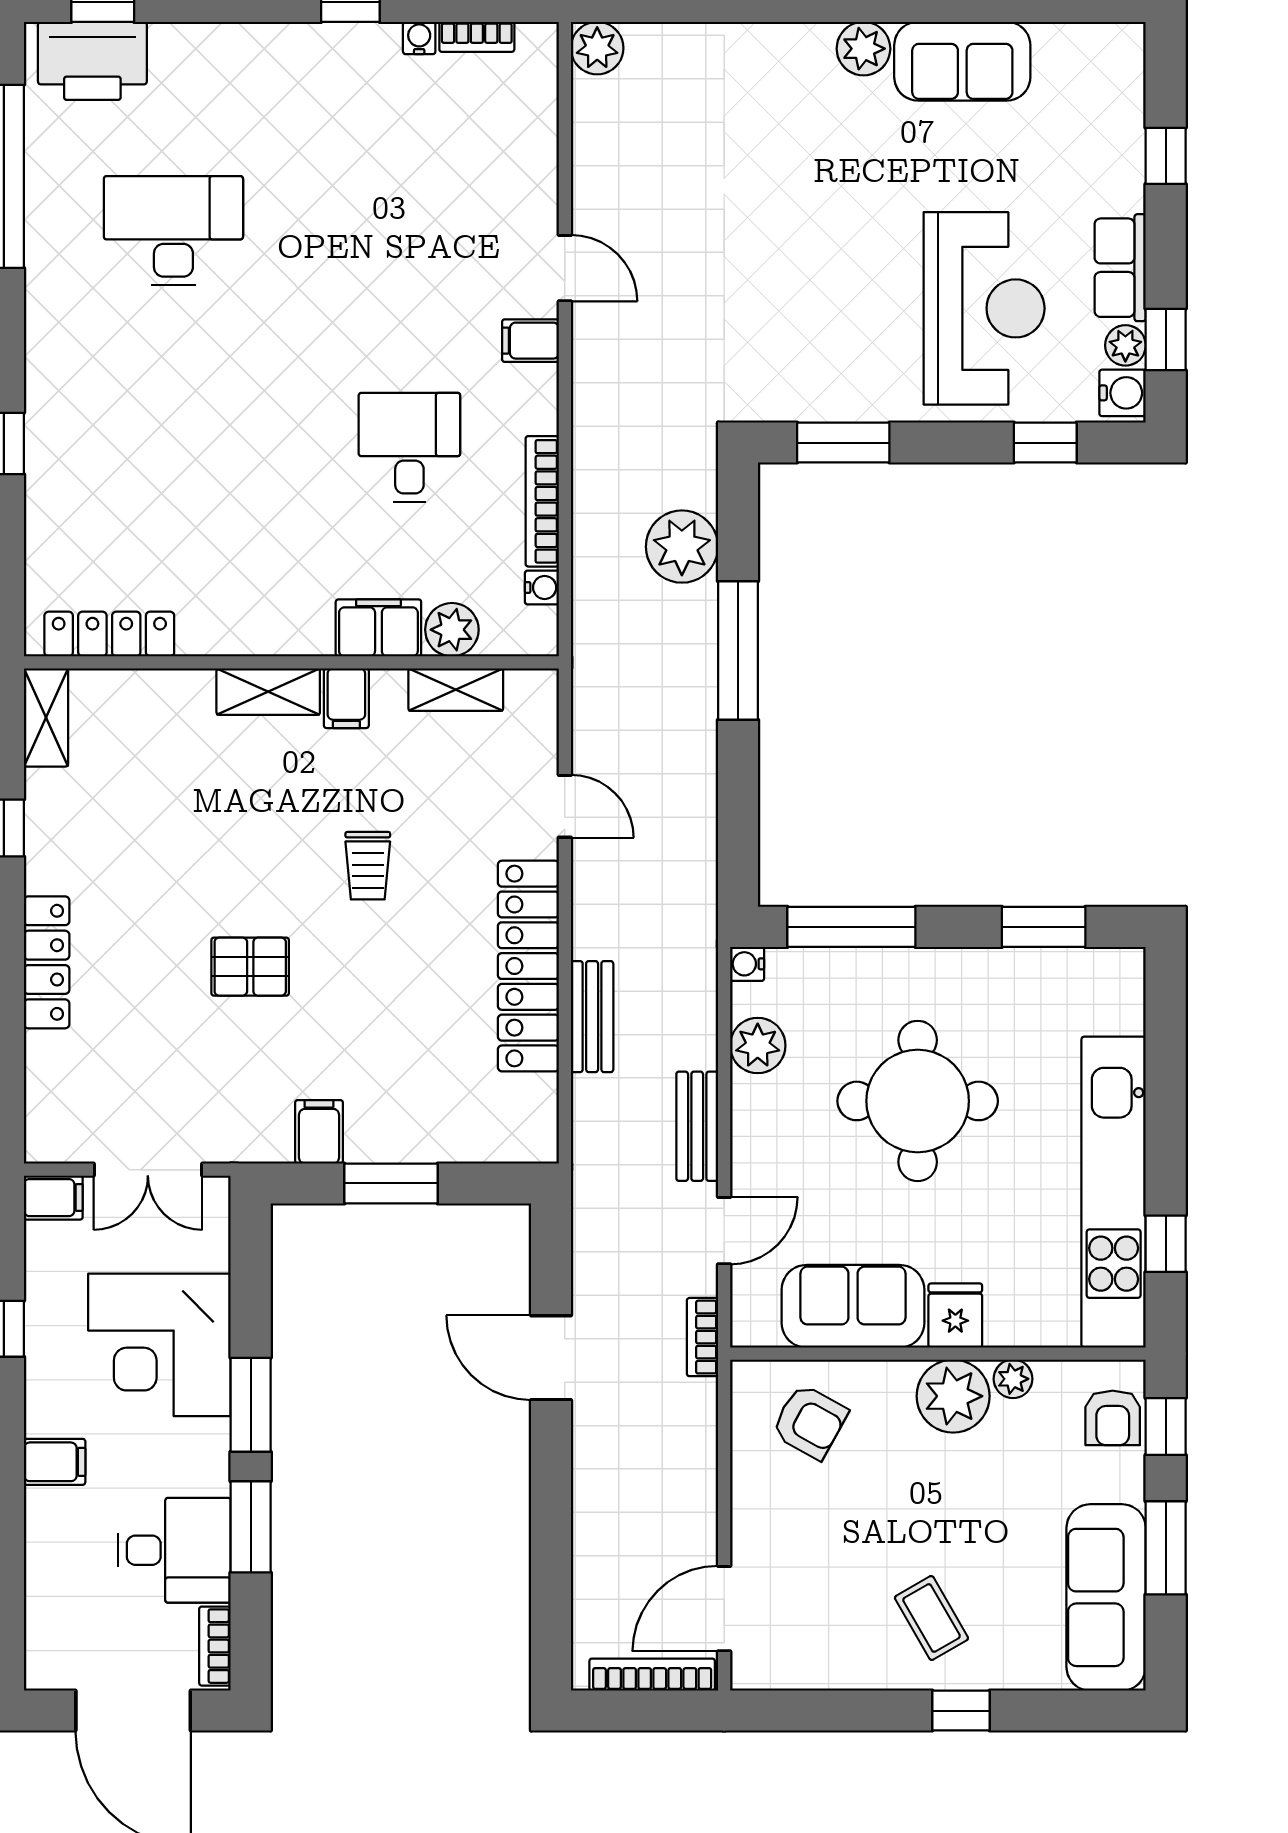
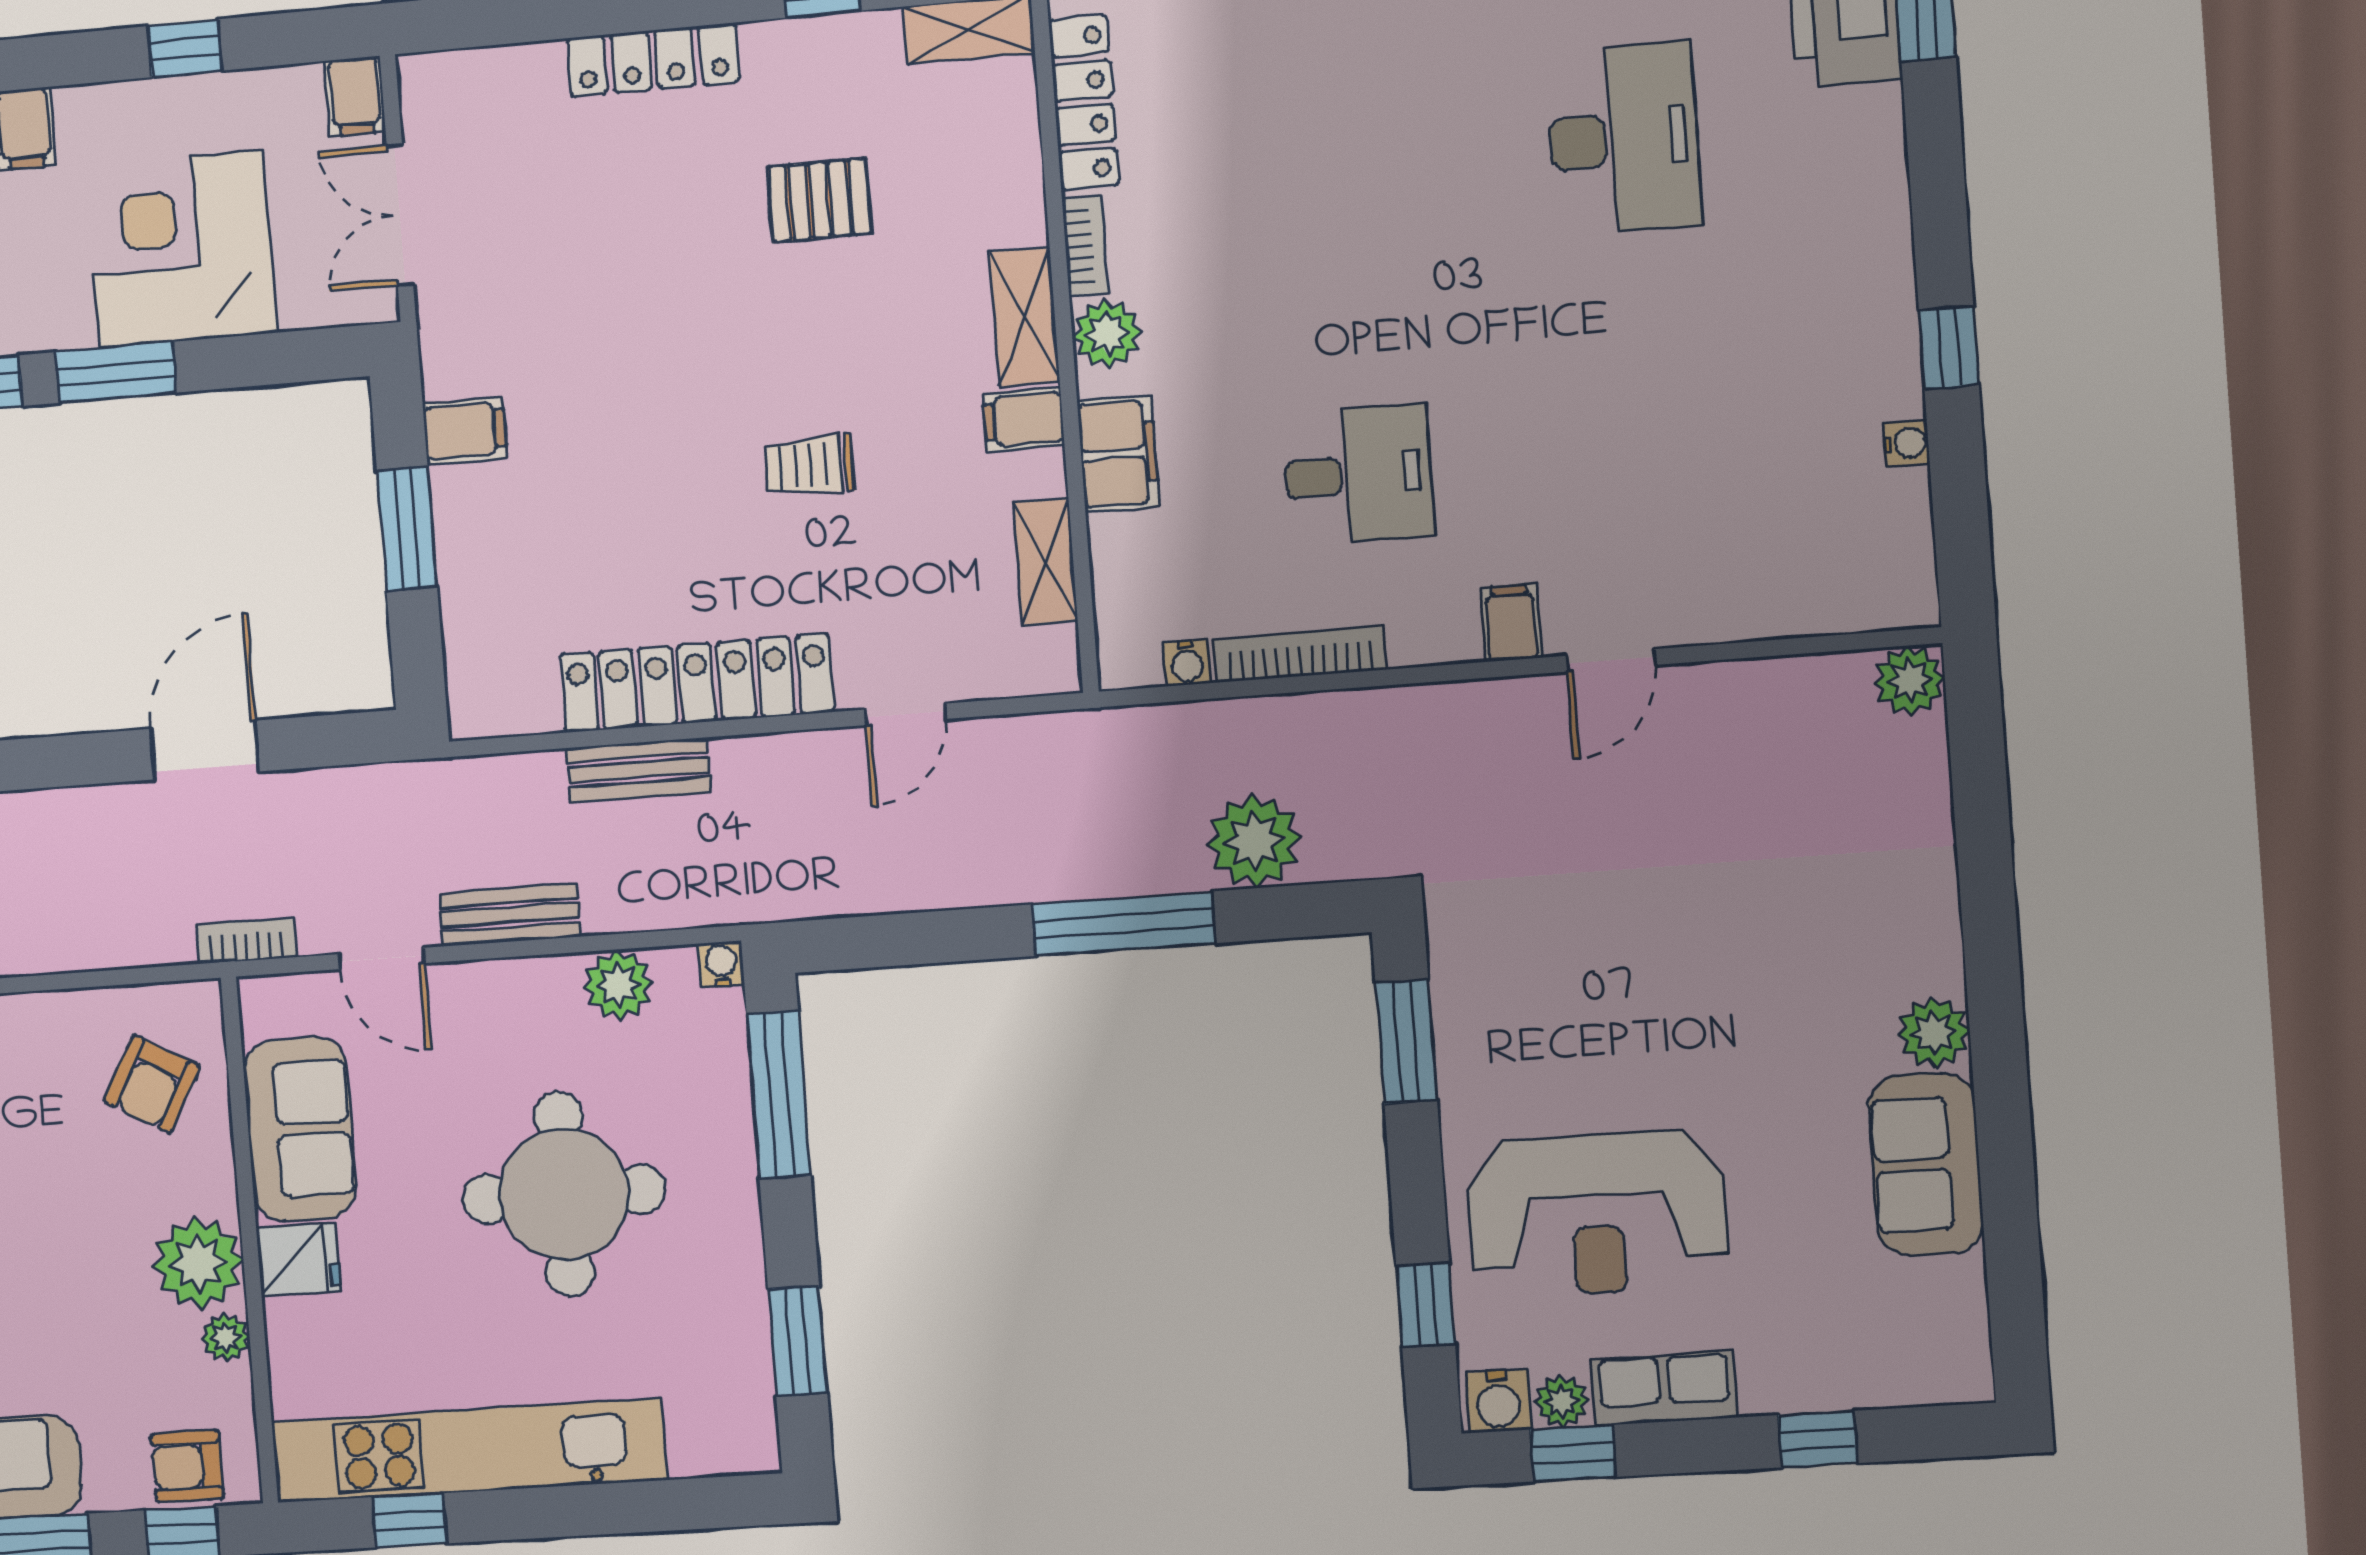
bookcase: (477, 37) -> (1085, 246), moved, turned 180
plant: (452, 630) -> (1107, 334), moved
pallet: (250, 967) -> (820, 200), moved, turned 90

